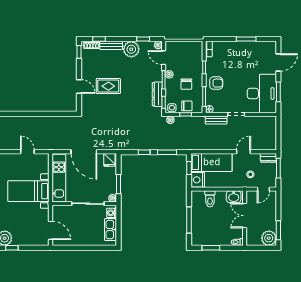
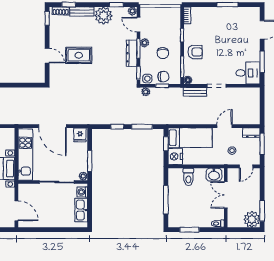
desk: (262, 93) -> (248, 73), width x0.53, depth x0.77
dresser: (157, 94) -> (132, 53), moved

